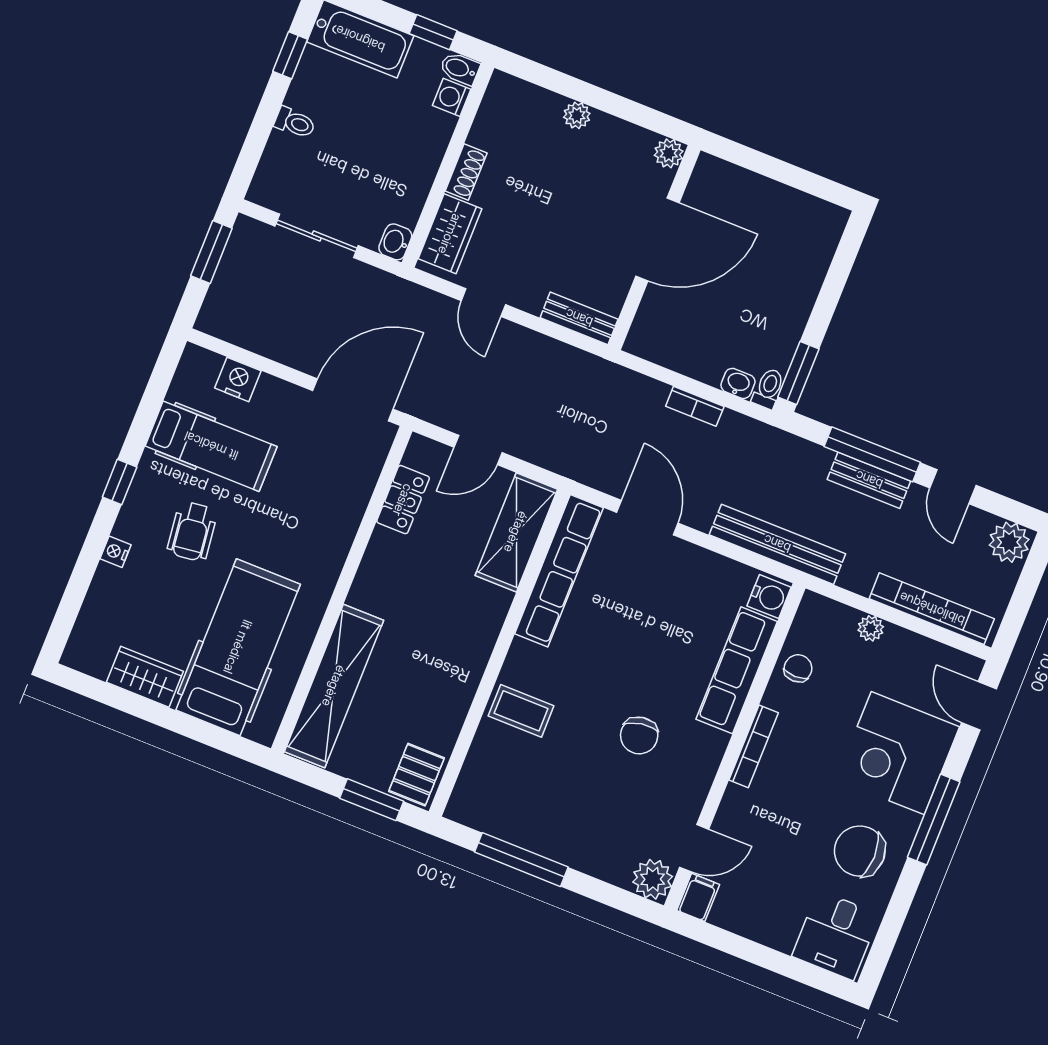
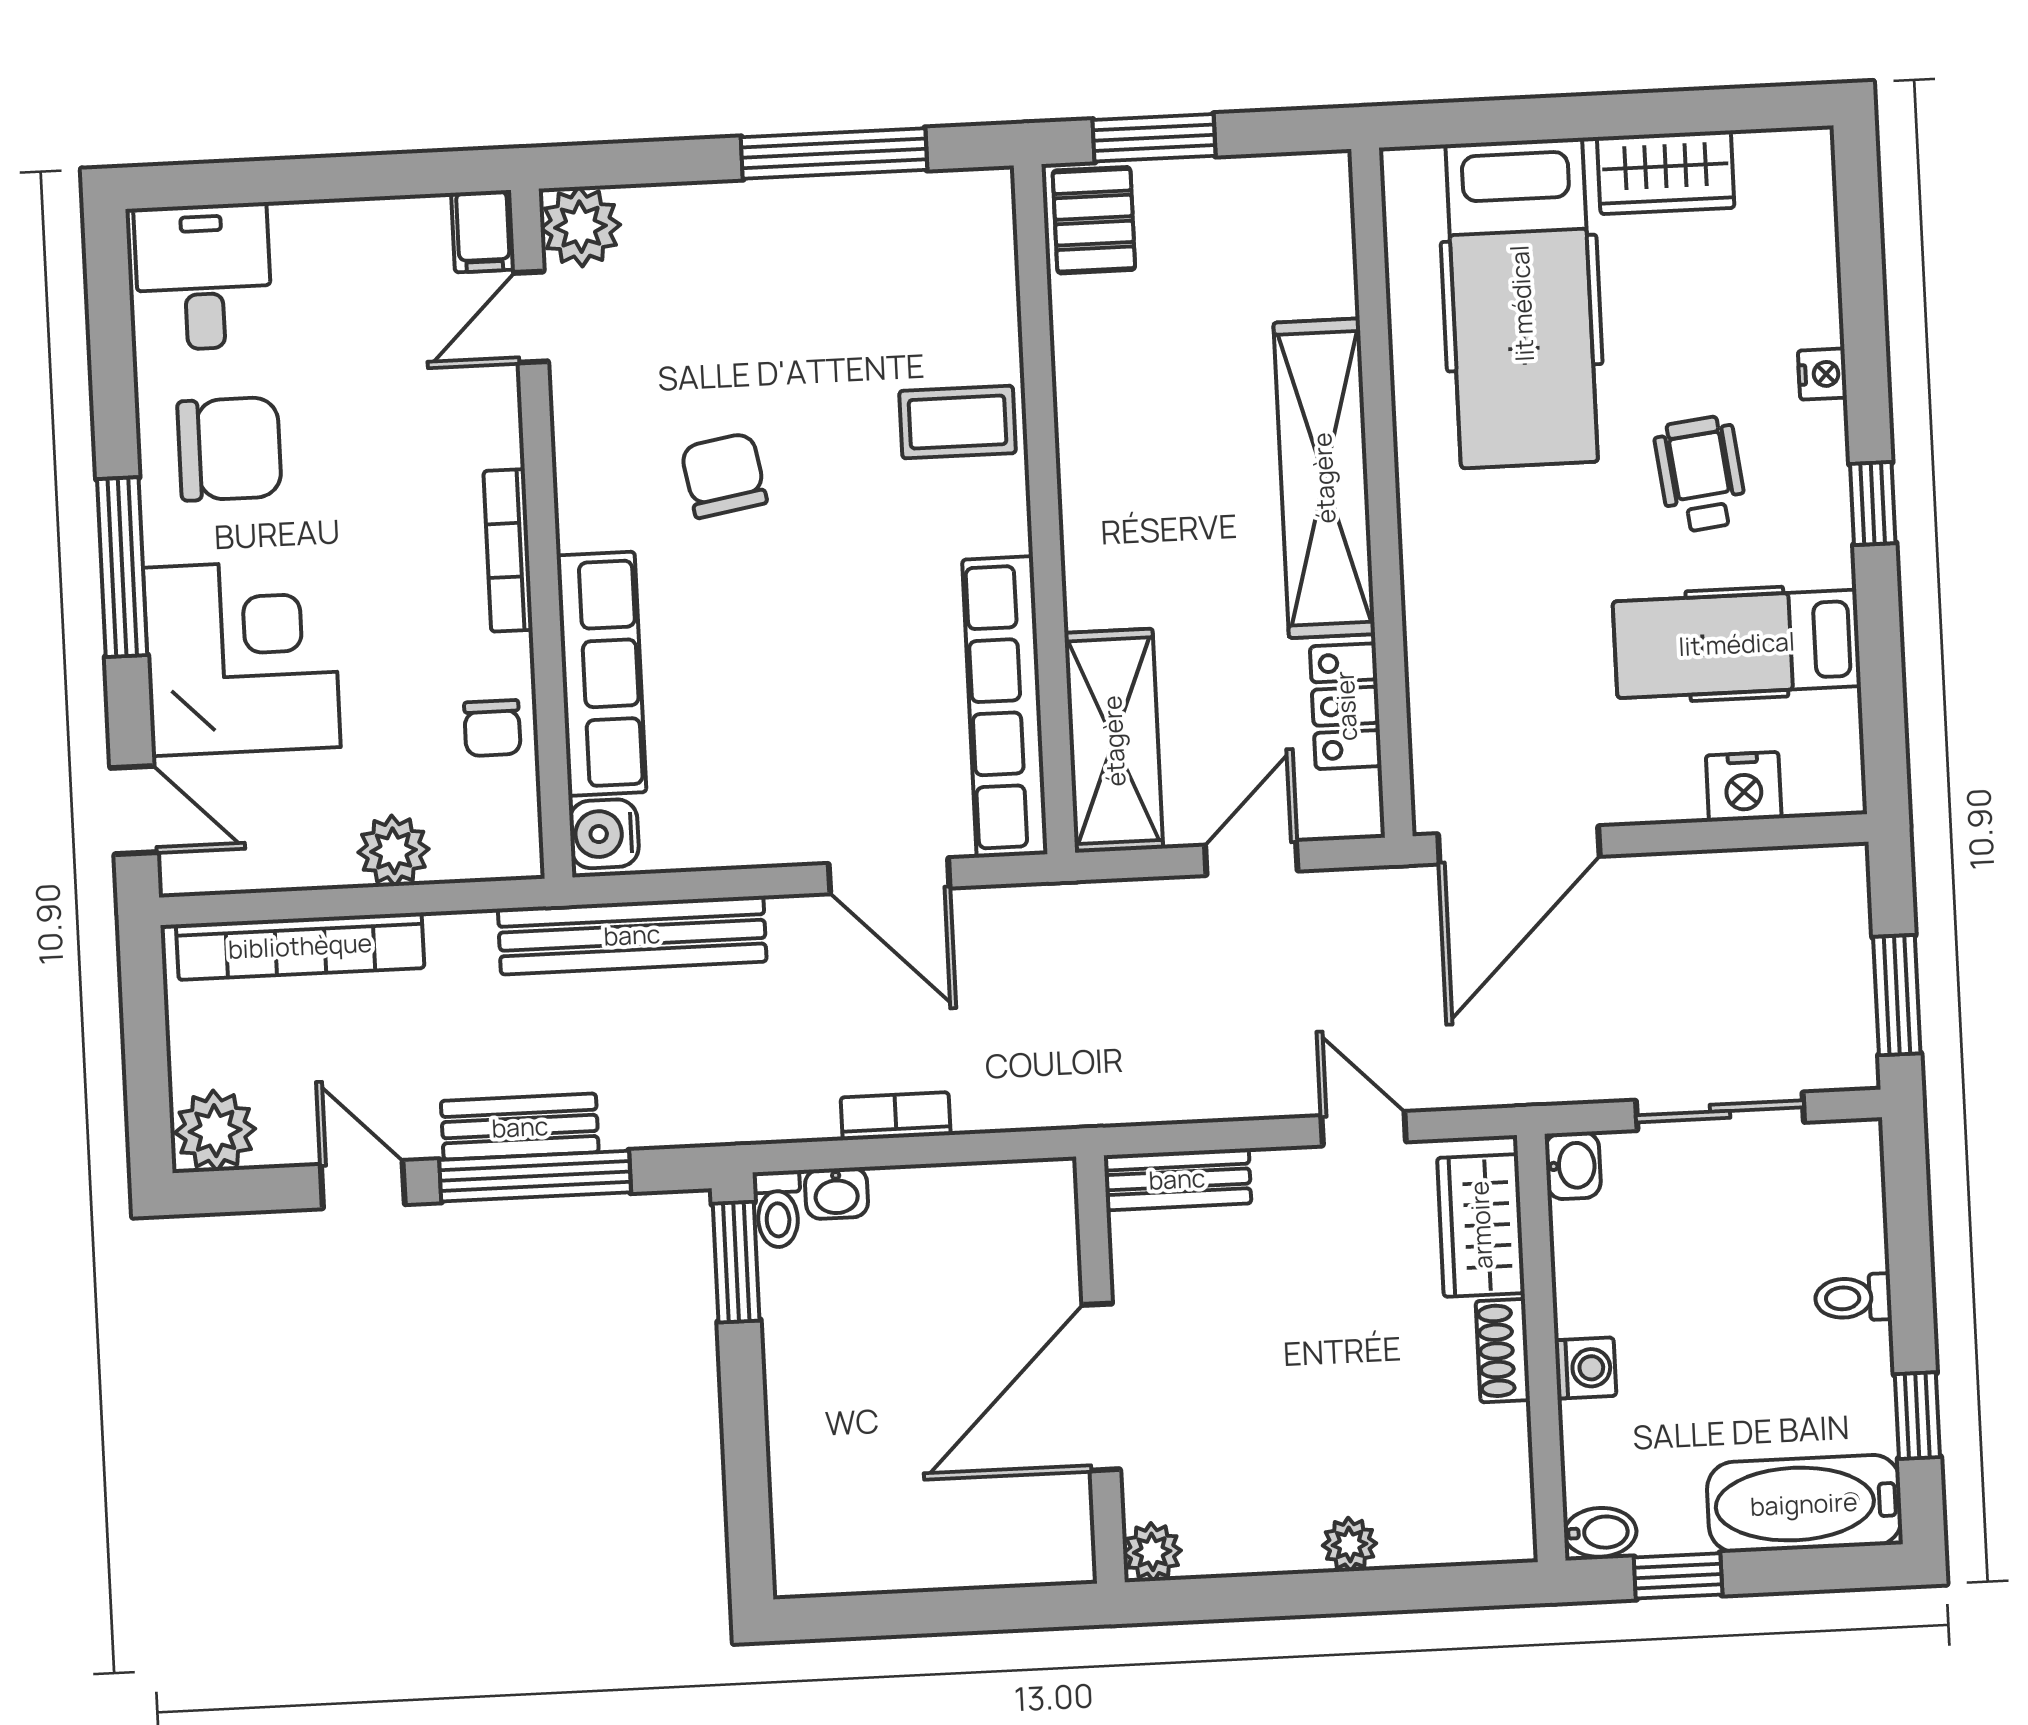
washing machine: (452, 97) -> (1585, 1368), moved
plant: (871, 628) -> (393, 851), width x1.38, depth x1.38
shelving: (334, 686) -> (1324, 478), moved

